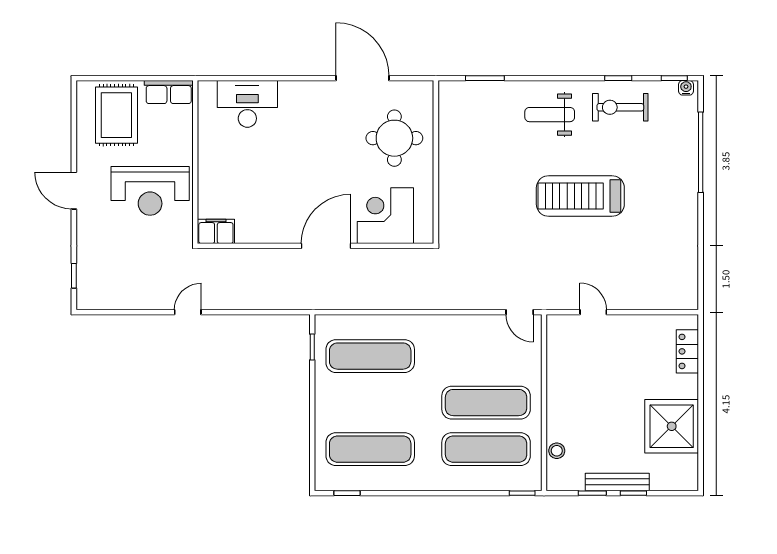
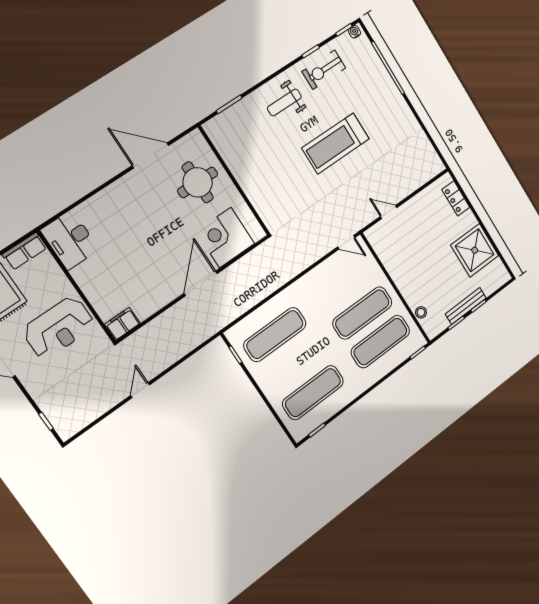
desk: (247, 104) -> (70, 240), moved, turned -90

